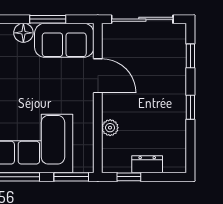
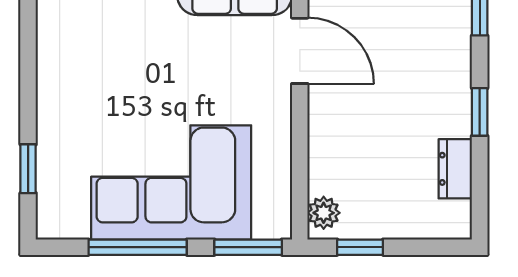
plant: (110, 128) -> (324, 213), moved
dresser: (147, 164) -> (455, 169), moved, turned -90

